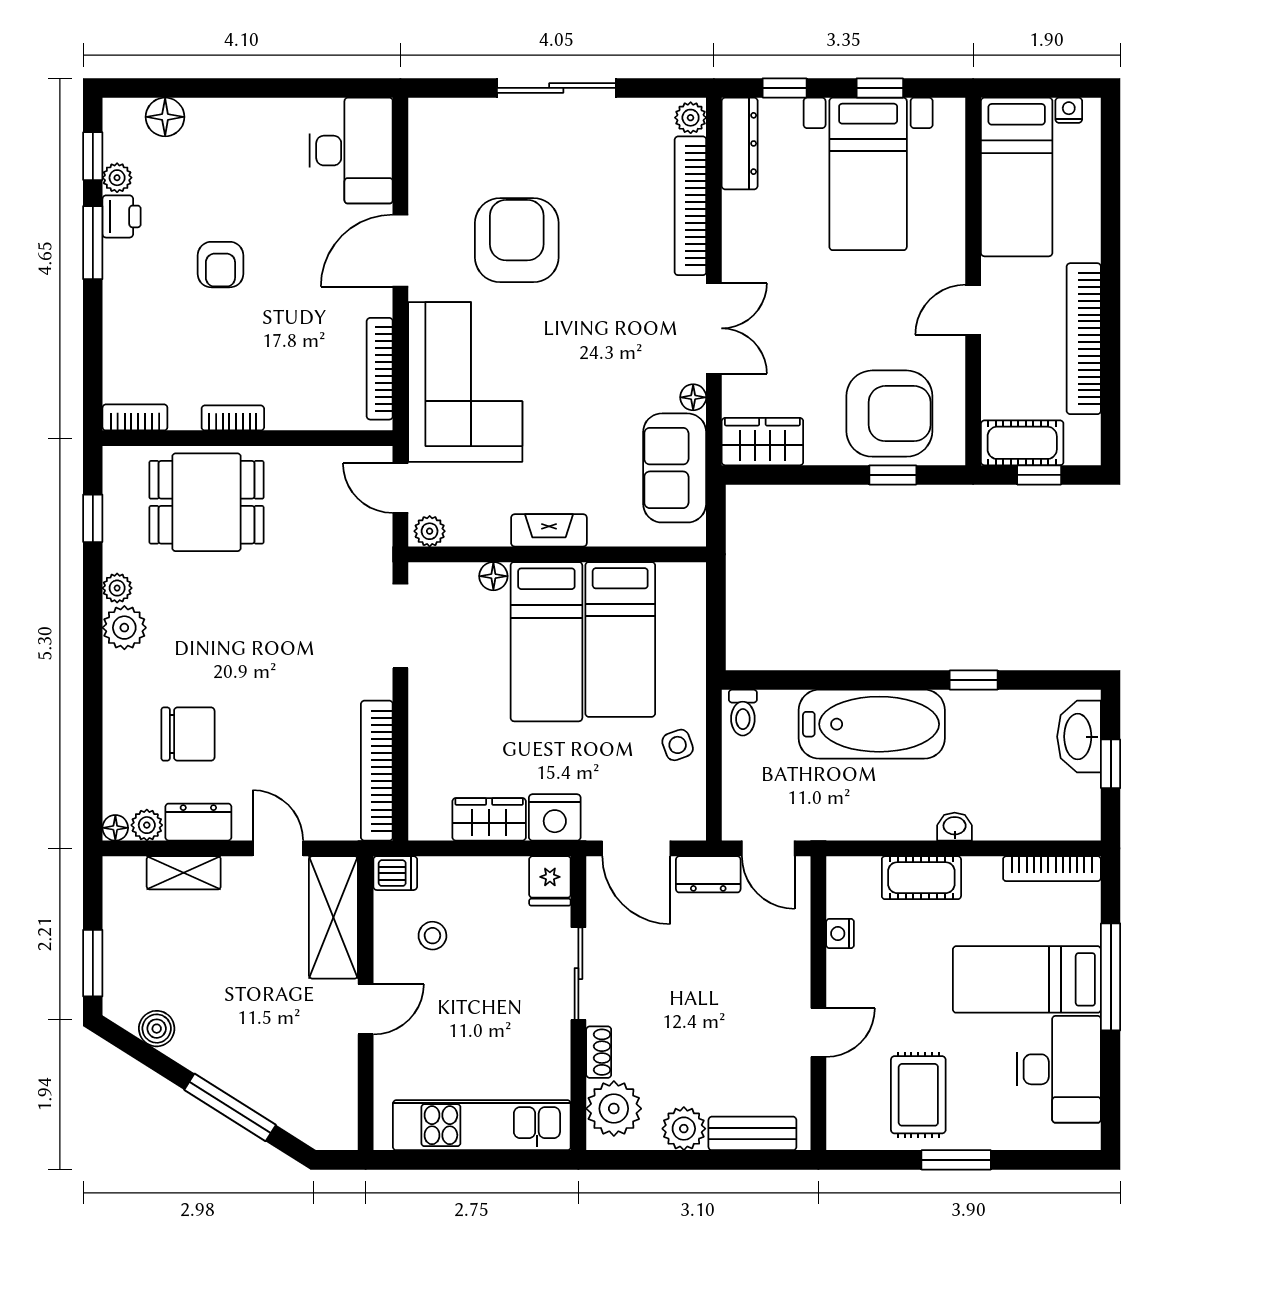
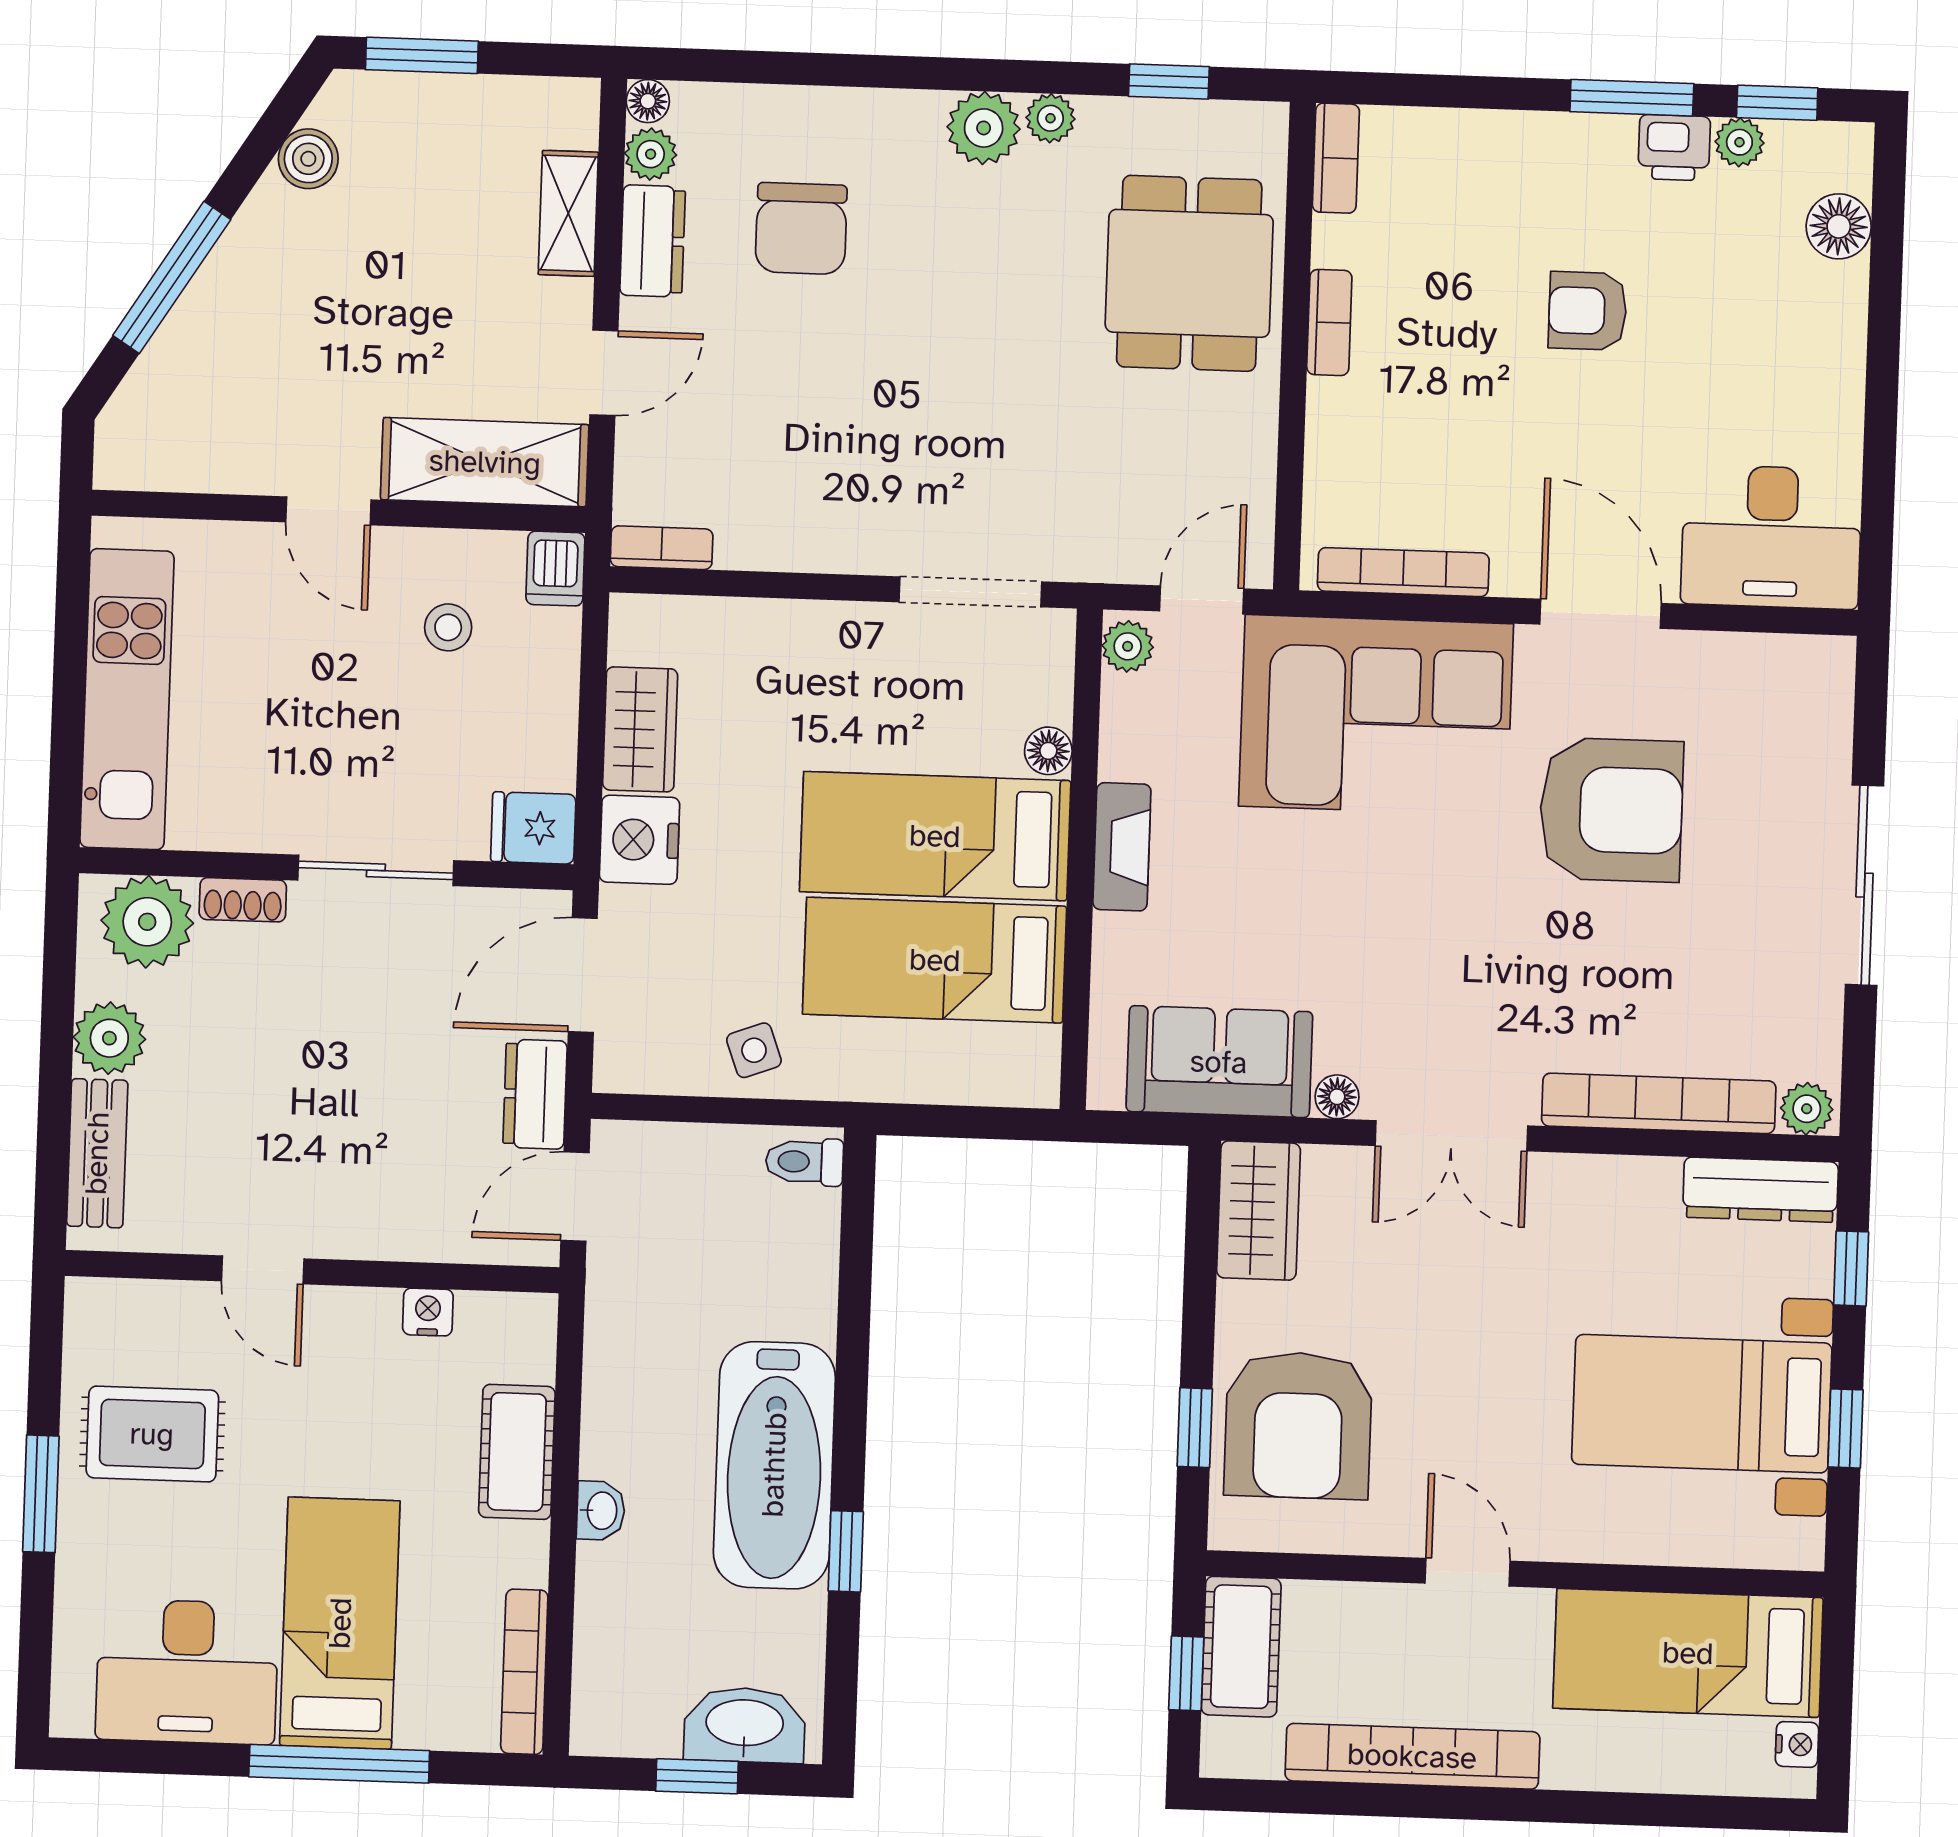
bathtub: (872, 724) -> (774, 1465), moved
bookcase: (377, 771) -> (662, 548), width x0.43, depth x0.76

